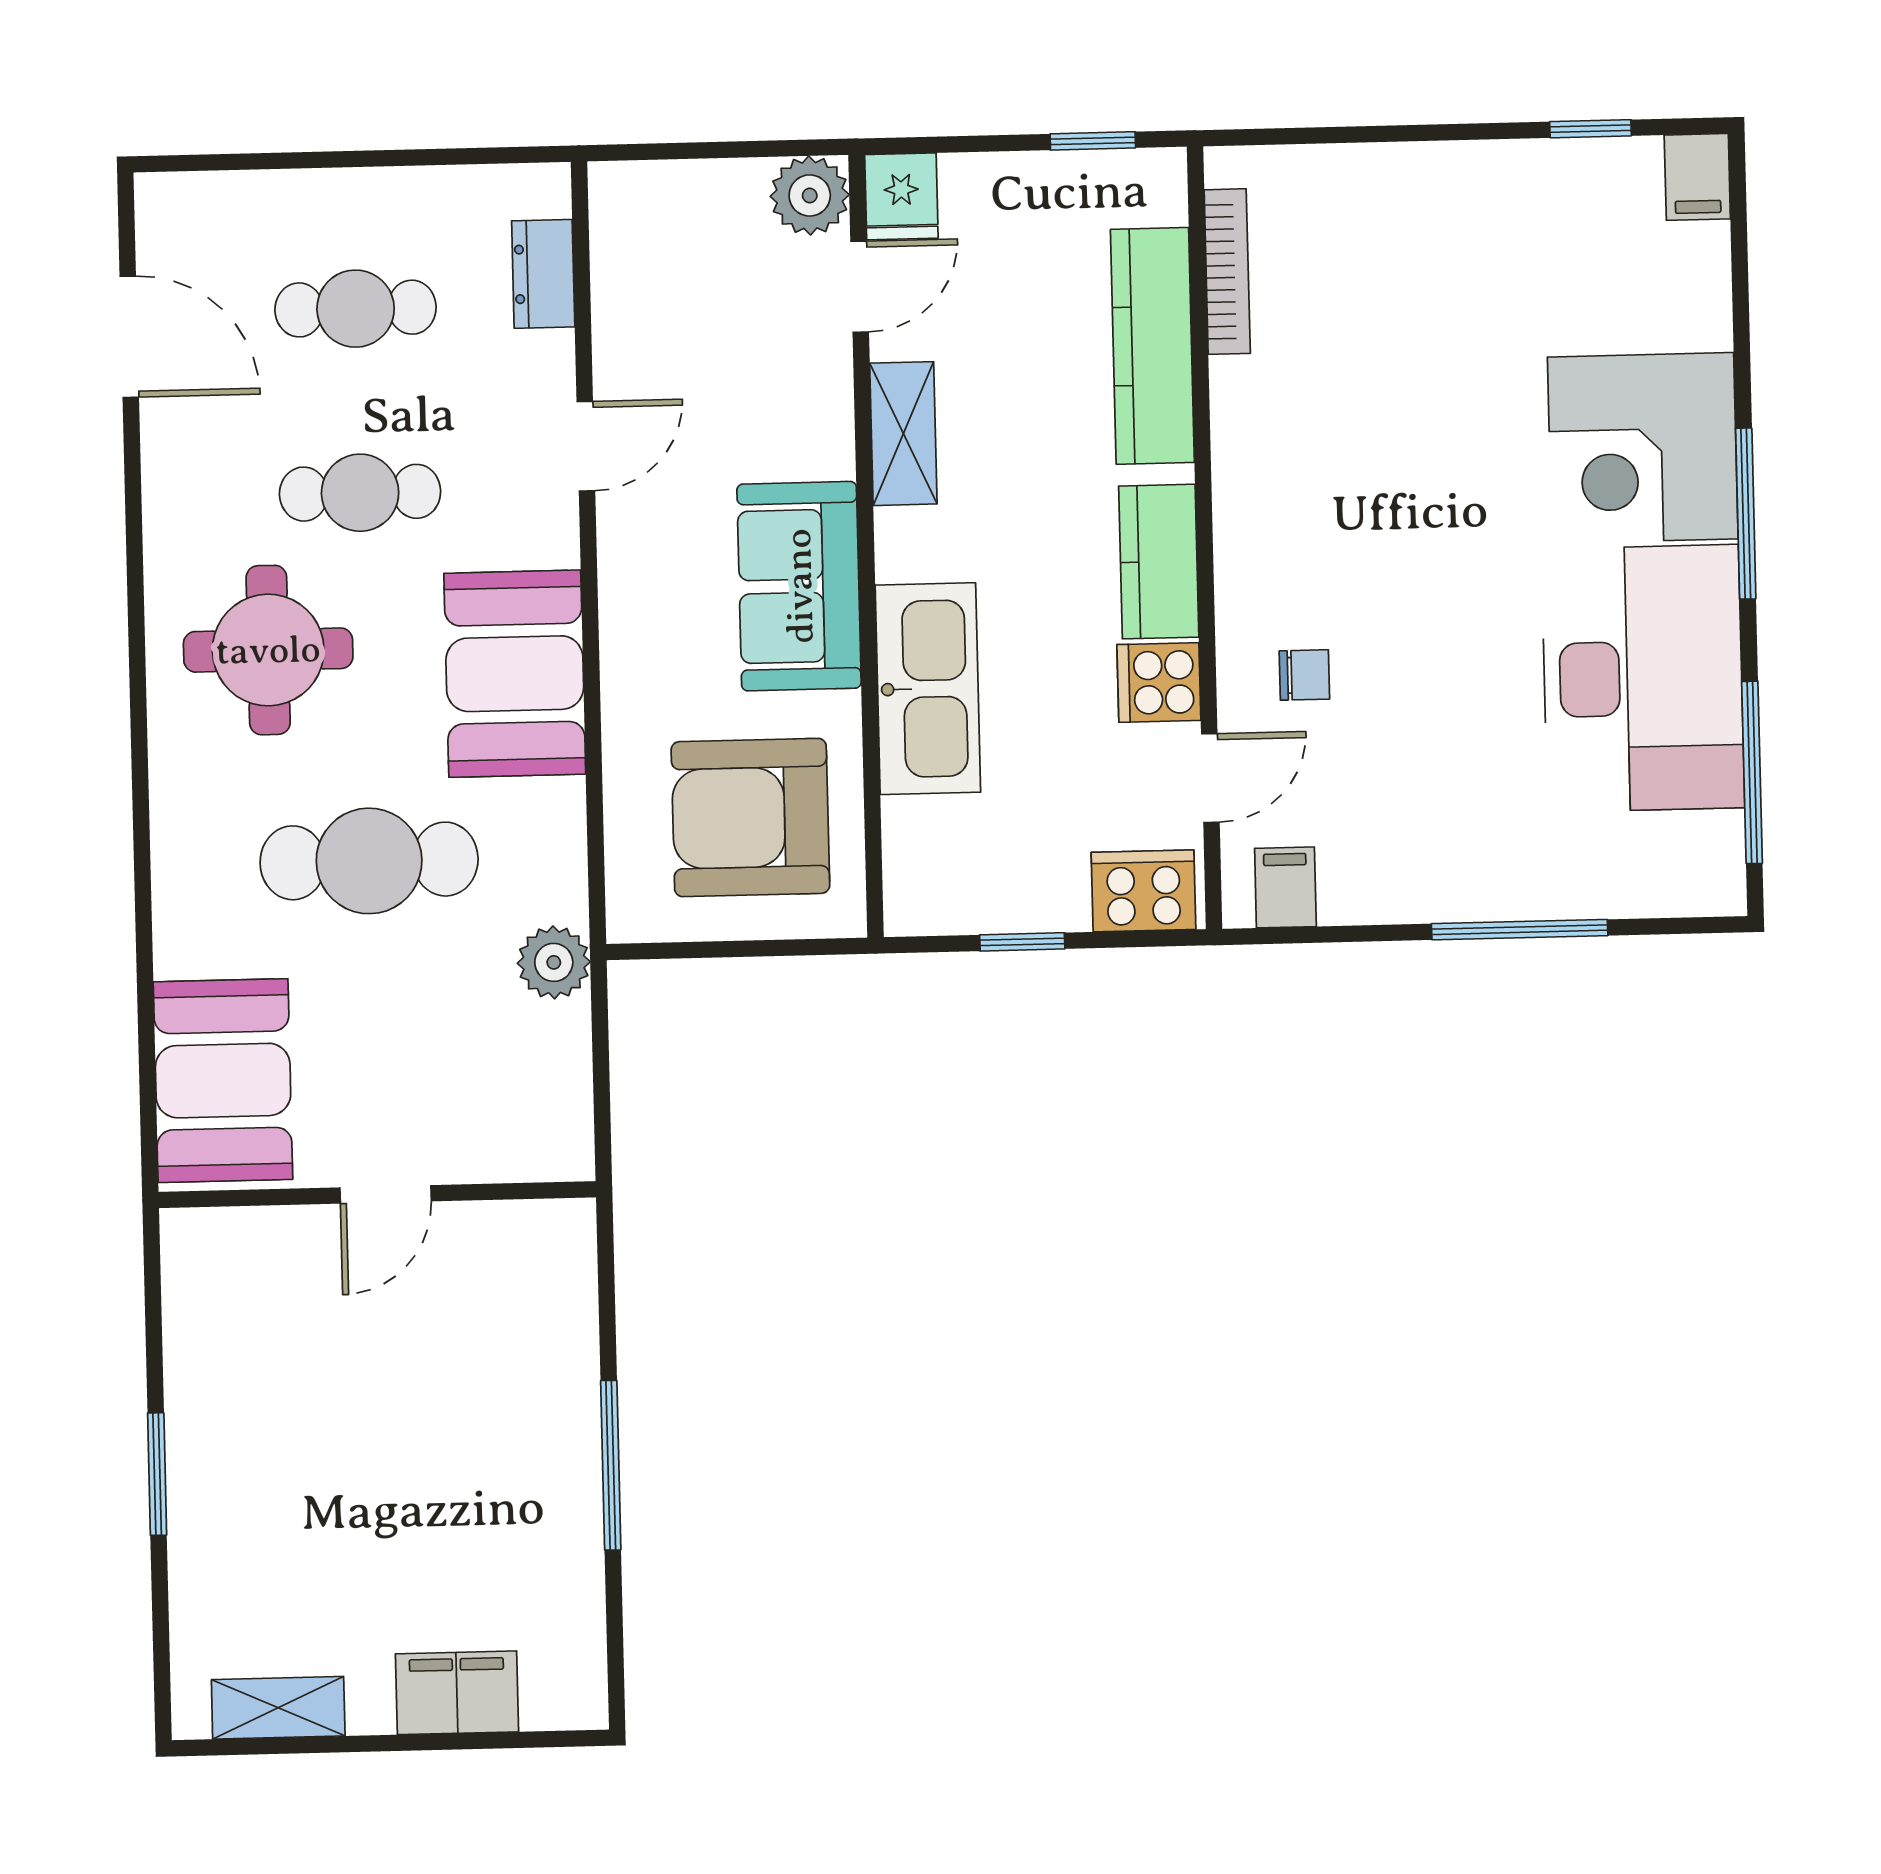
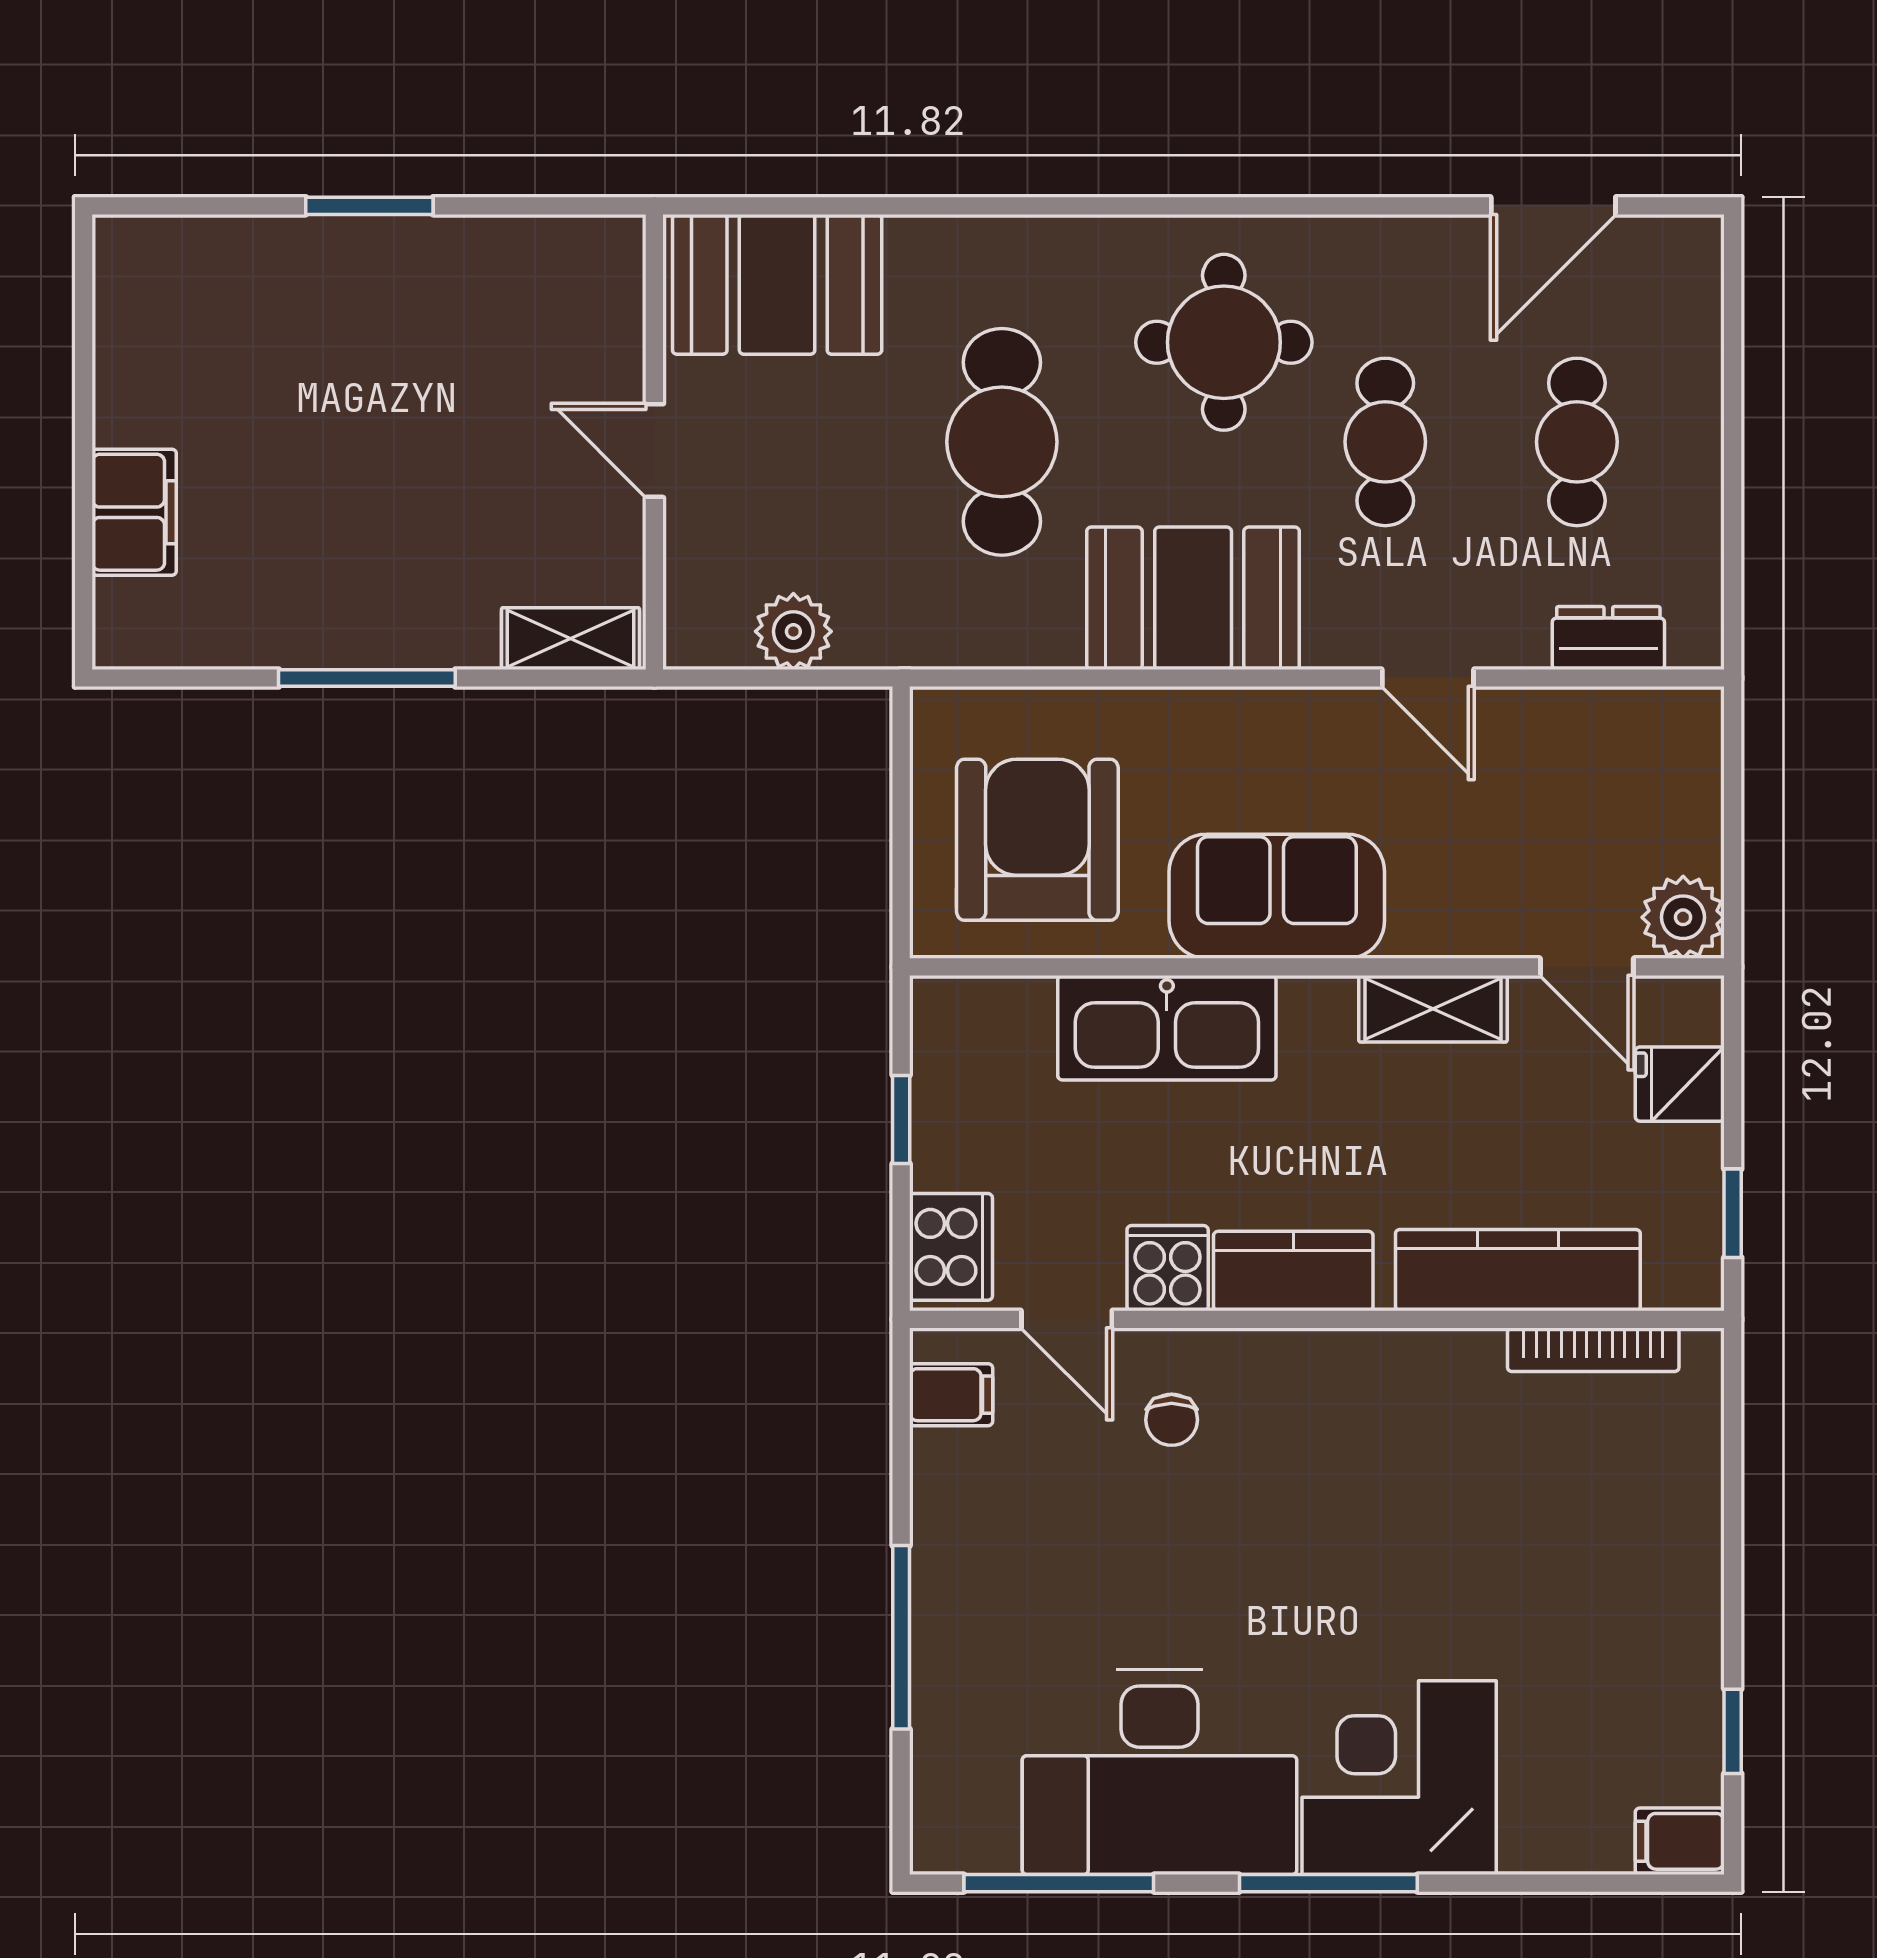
fridge: (901, 196) -> (1680, 1084), moved
plant: (554, 962) -> (793, 631), moved
shelving: (278, 1708) -> (571, 639), moved, turned 90

